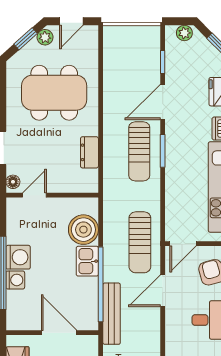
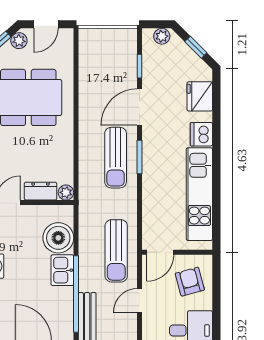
dresser: (89, 152) -> (41, 191), moved, turned 90
plant: (91, 185) -> (66, 192), added
door: (163, 291) -> (139, 300), width x0.73

